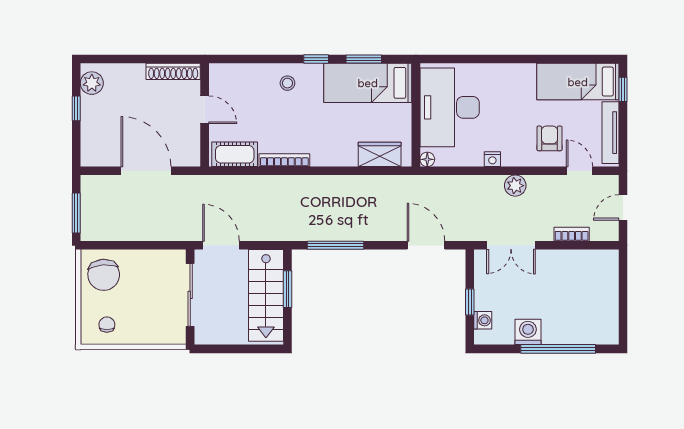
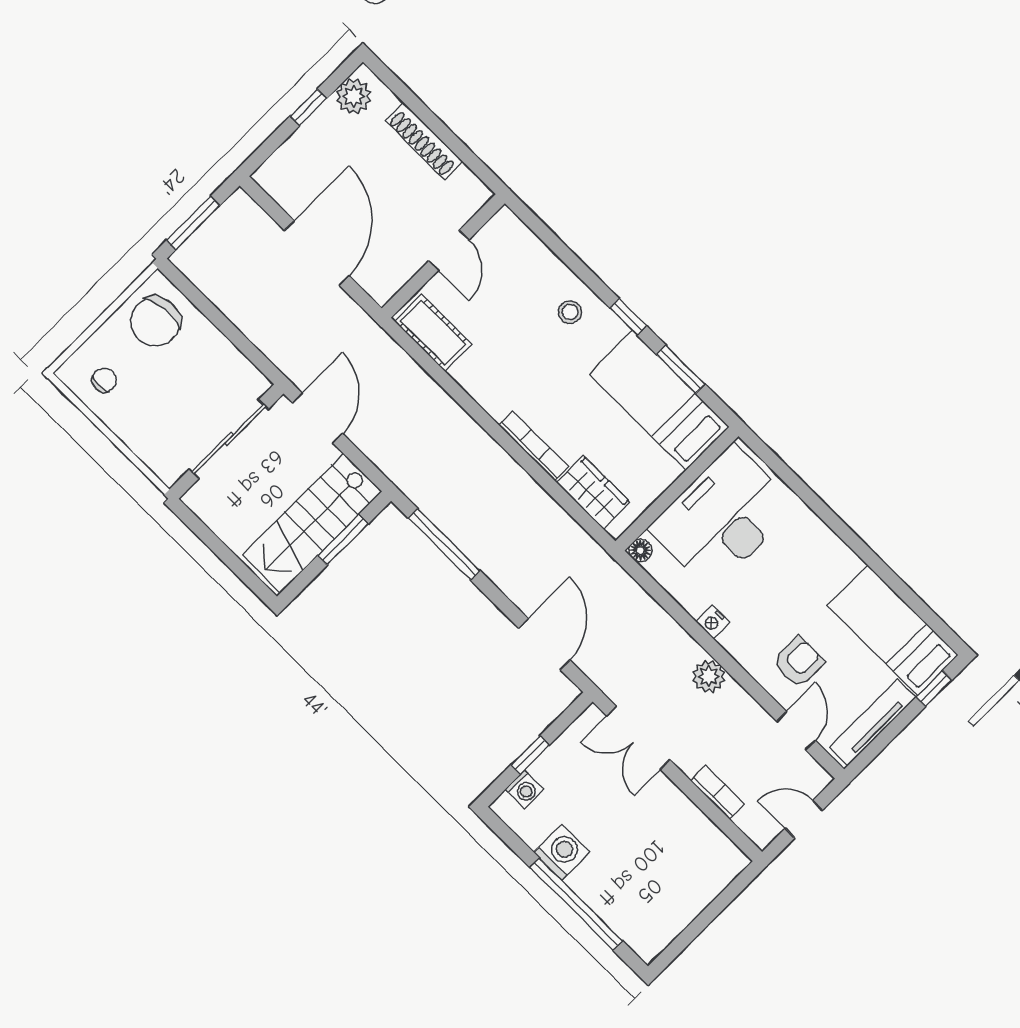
shoe rack: (173, 71) -> (424, 141), moved
bookcase: (284, 160) -> (534, 446), moved

